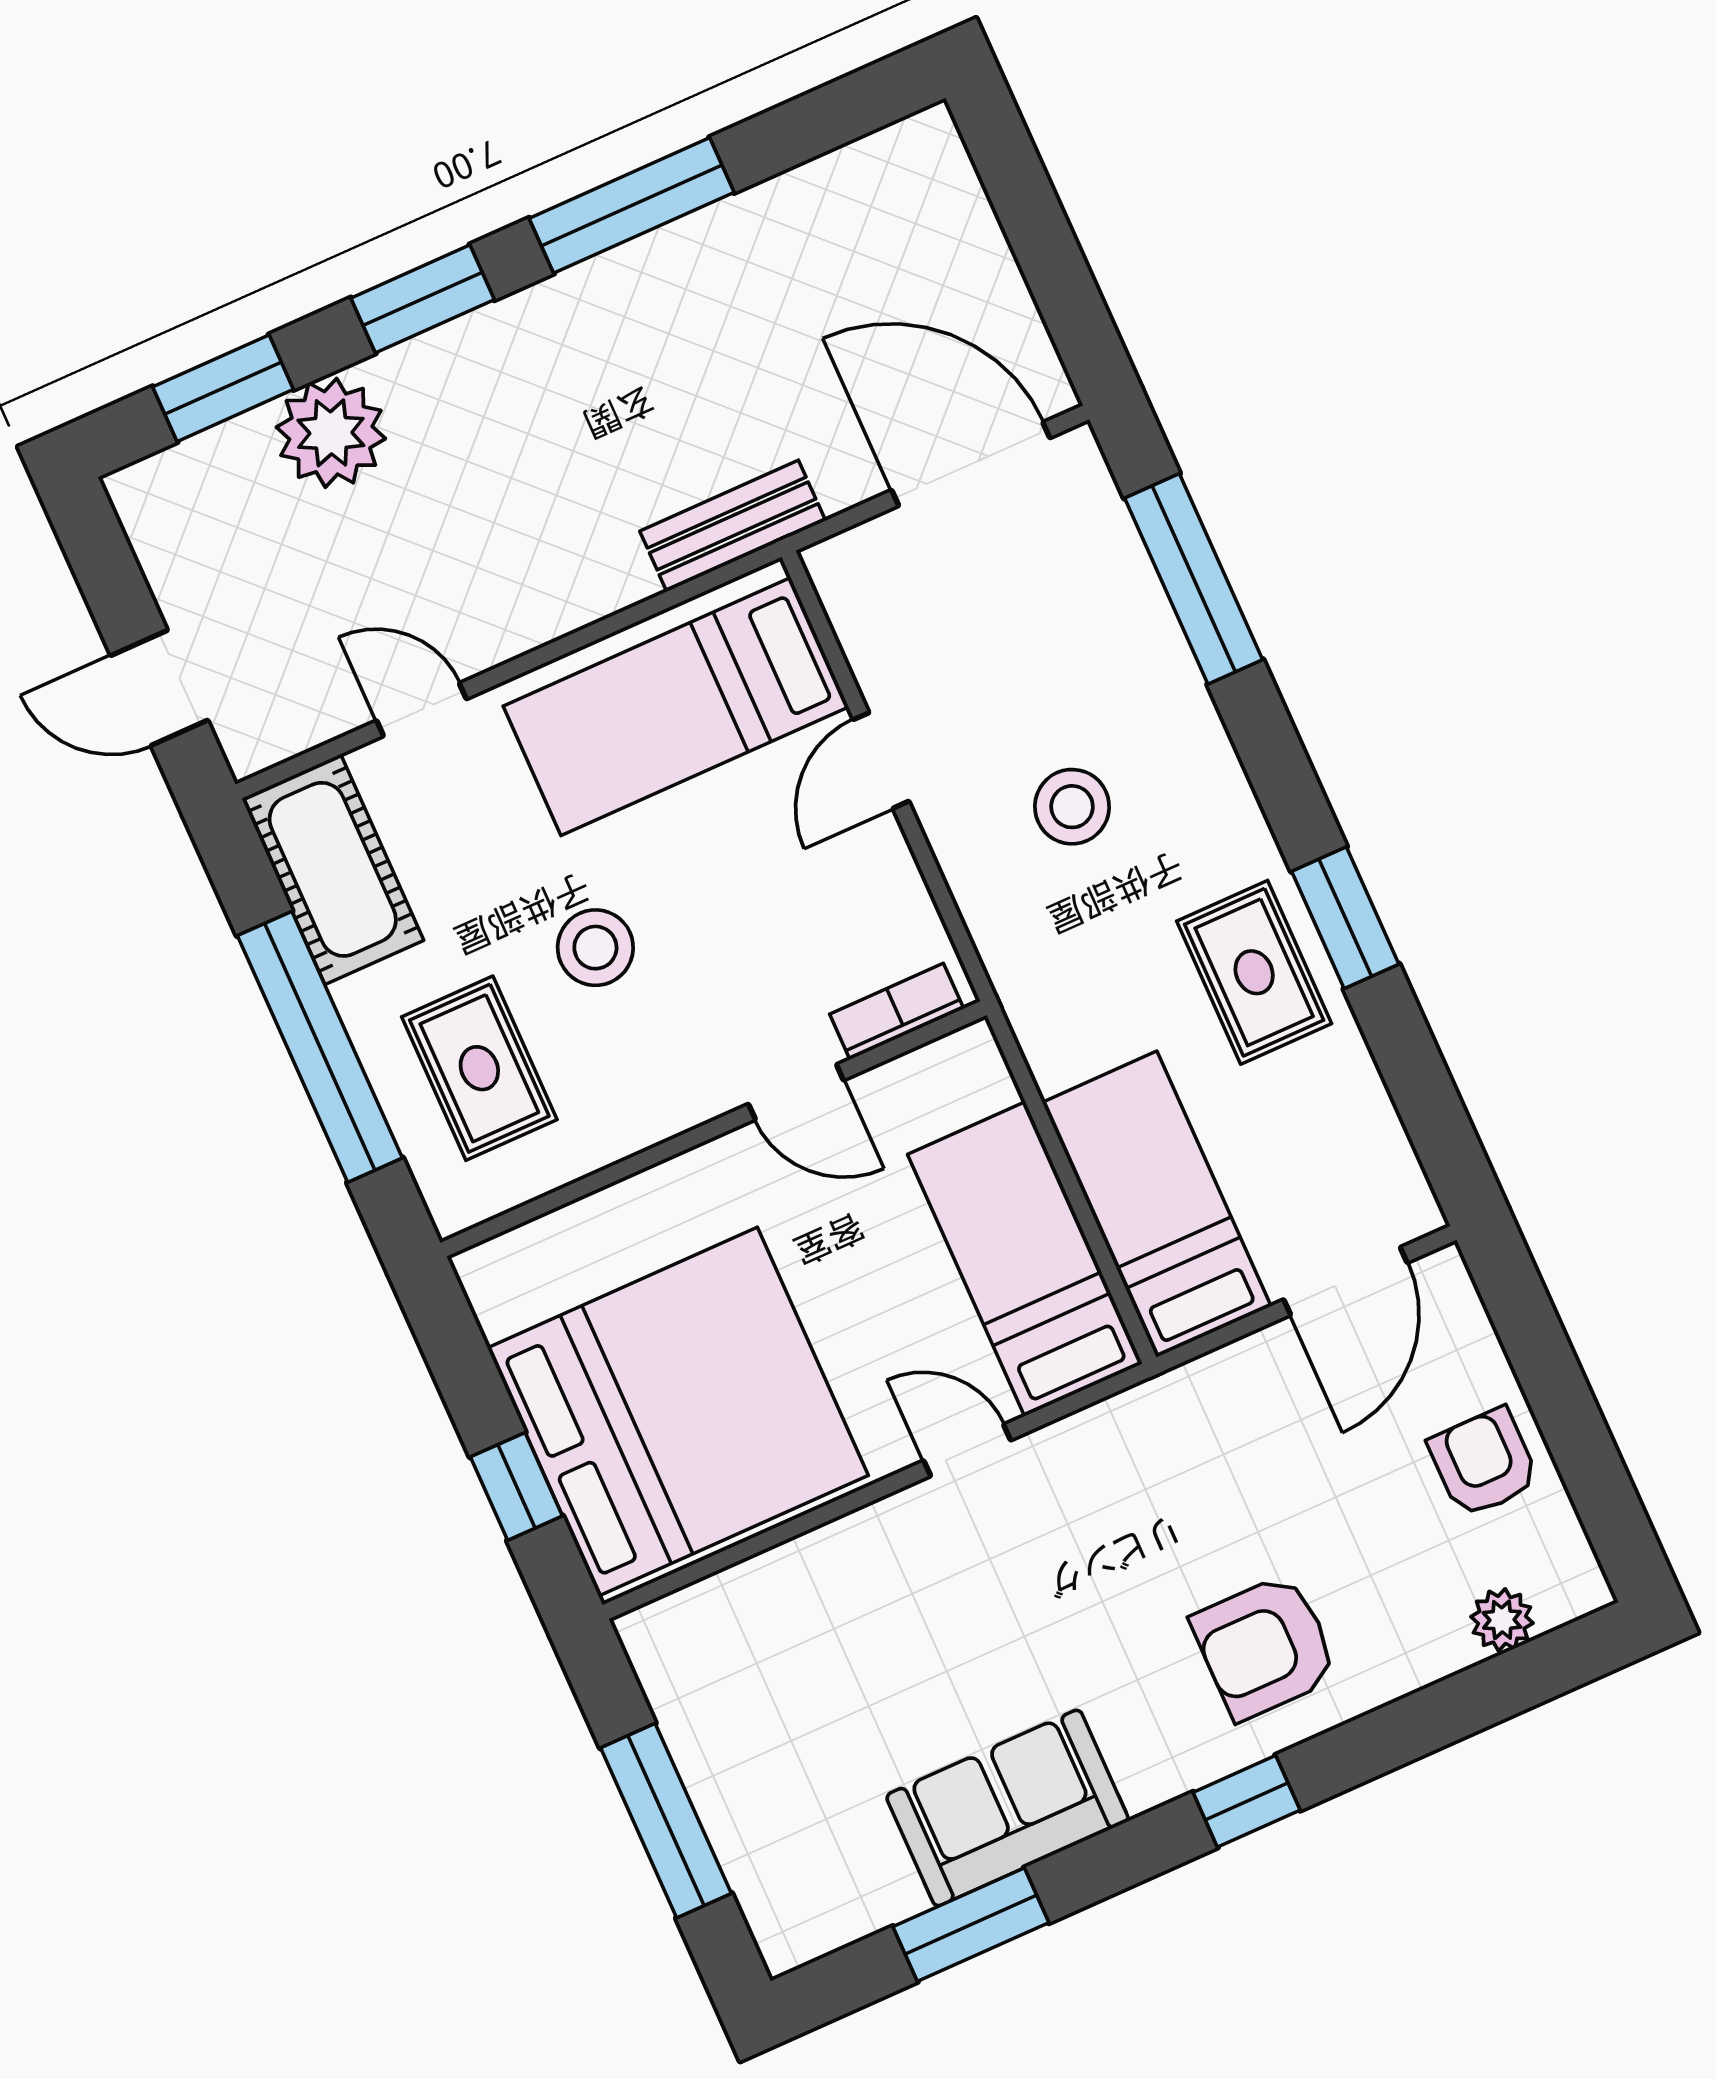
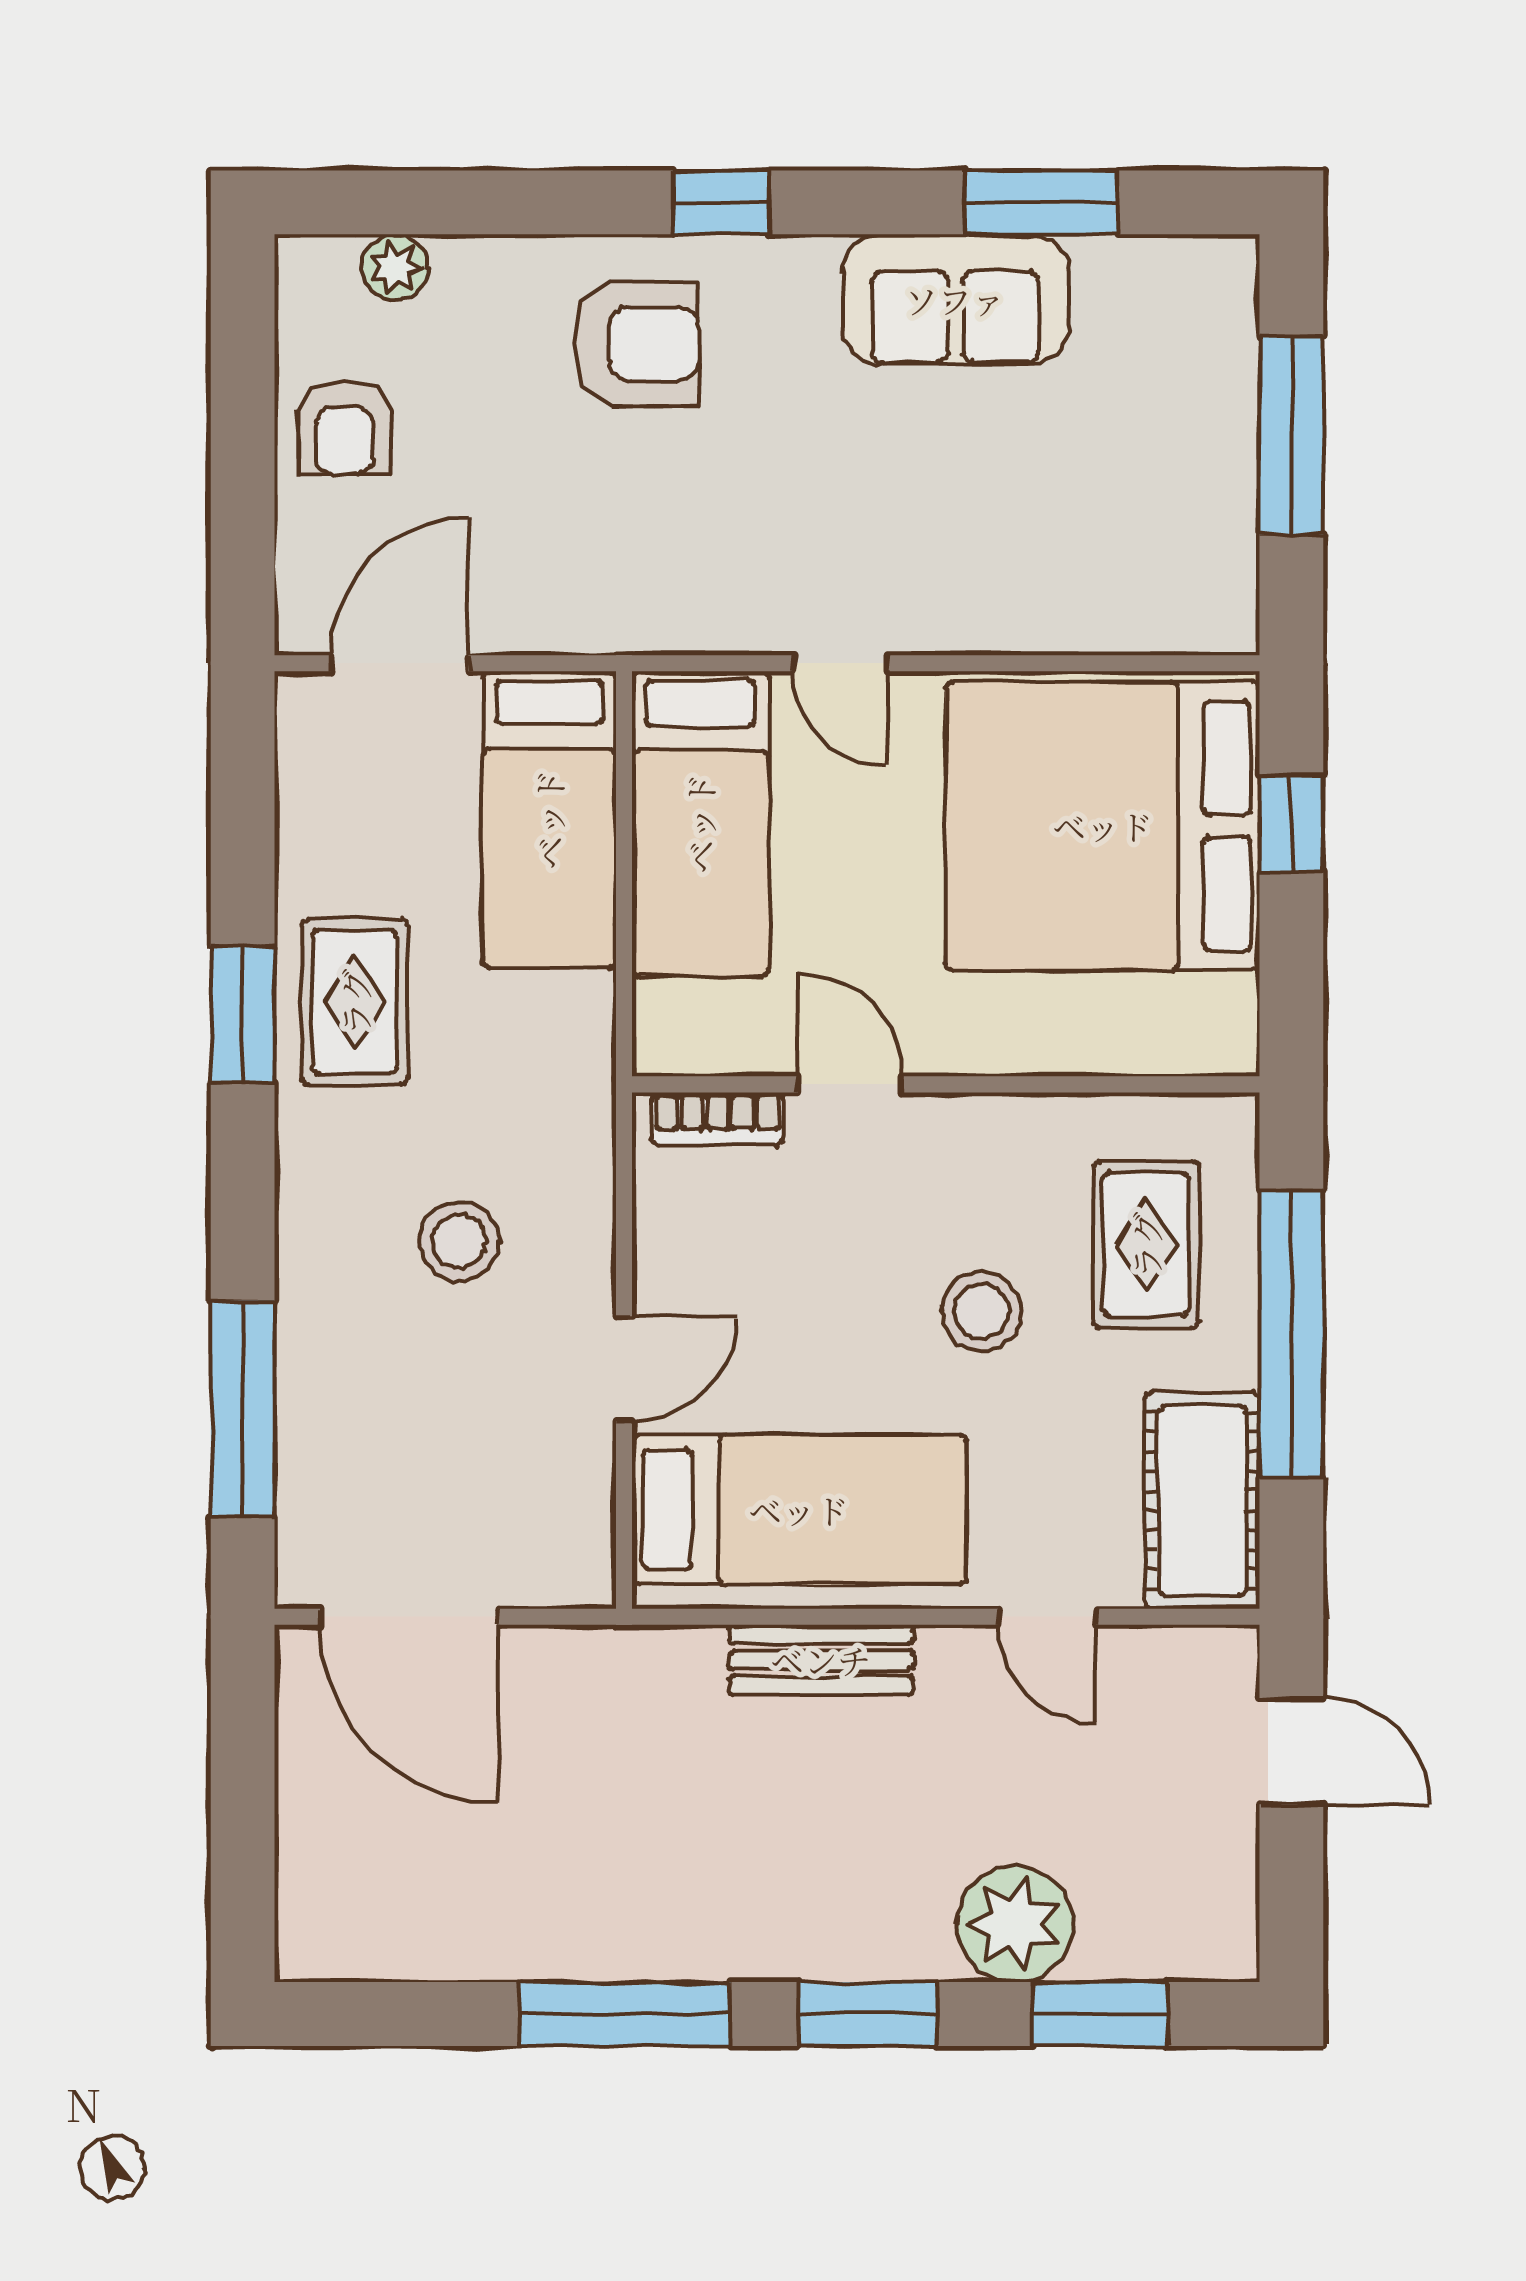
bench: (733, 526) -> (821, 1660), moved

